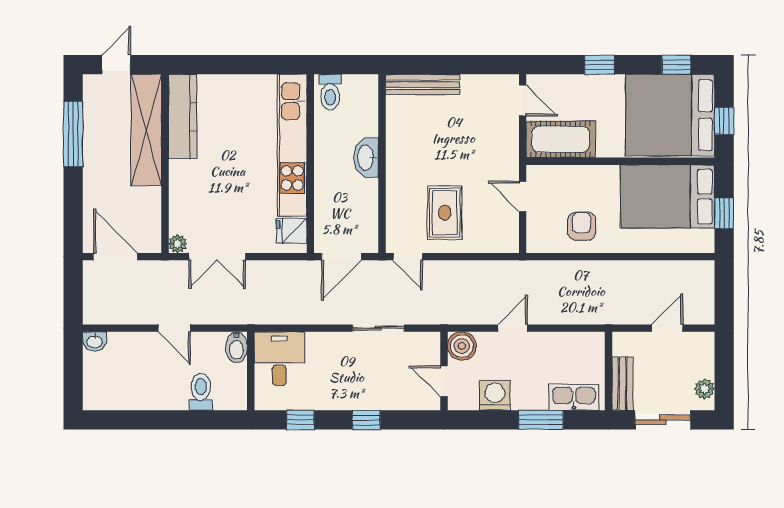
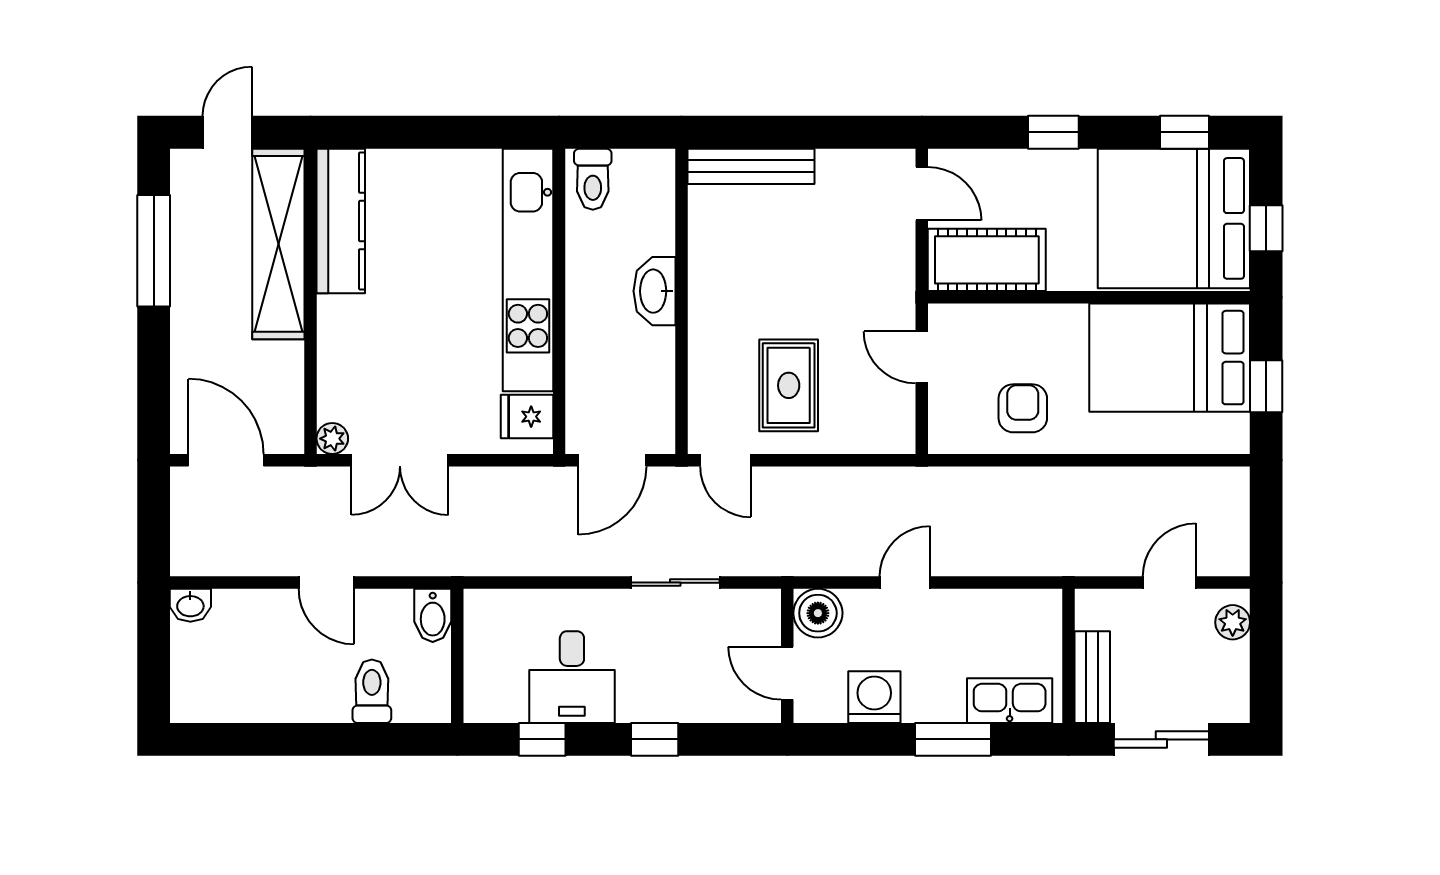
desk: (279, 359) -> (572, 677), moved, turned 180
plant: (705, 389) -> (1233, 622), moved

